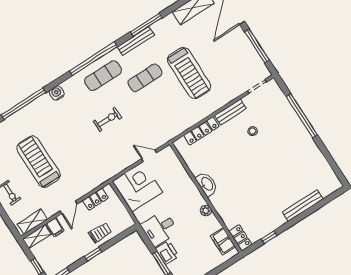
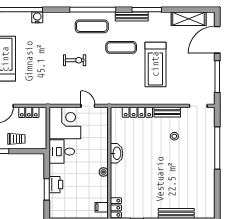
water cooler: (57, 93) -> (37, 17), moved
desk: (160, 228) -> (62, 152), moved
filing cabinet: (223, 241) -> (102, 207), width x0.50

